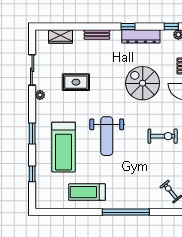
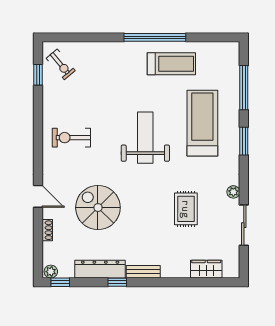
bench: (97, 35) -> (143, 272), moved
rug: (76, 82) -> (186, 209), turned 90
spiral stairs: (143, 83) -> (98, 208), turned 180
window: (32, 174) -> (244, 88), width x2.17
window: (126, 212) -> (155, 37), moved

